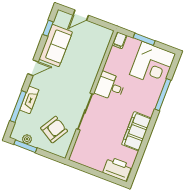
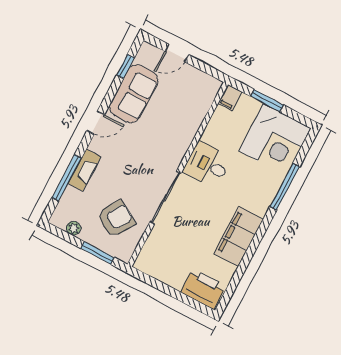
window: (25, 146) -> (97, 253), moved

